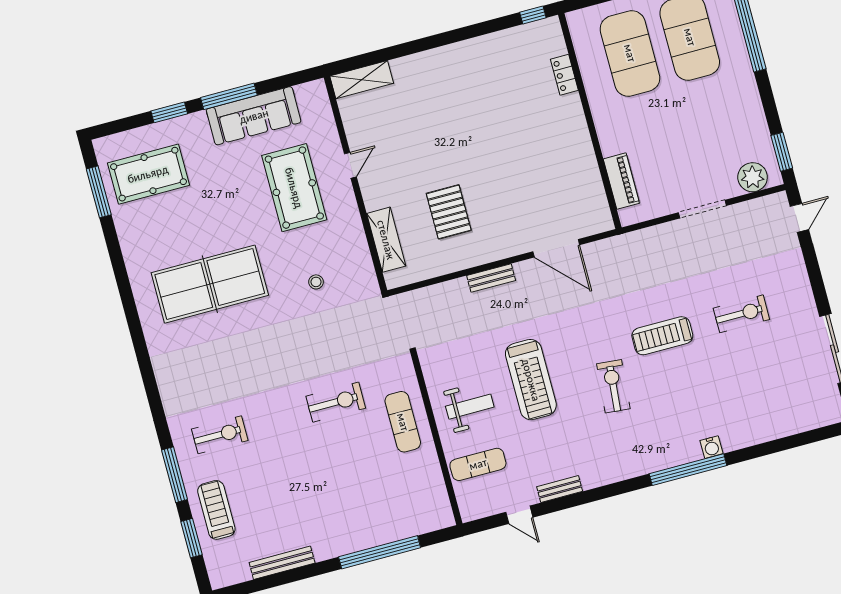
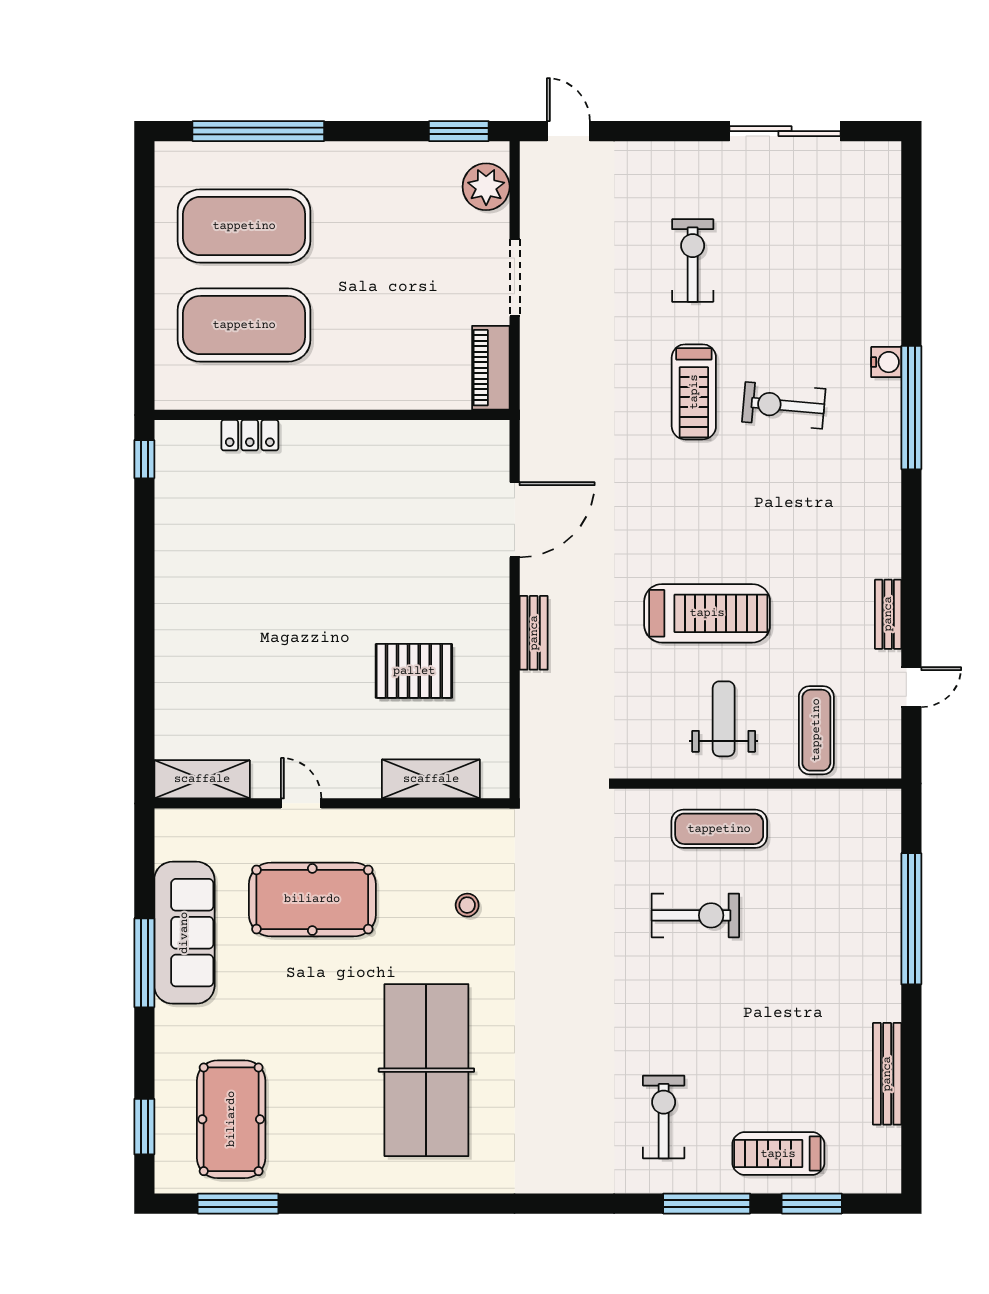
shelving: (362, 80) -> (202, 779), moved, turned 90
window: (169, 112) -> (144, 1127), moved
piano: (621, 181) -> (491, 368), moved, turned -90
exercise bike: (613, 386) -> (784, 405), moved
exercise bike: (336, 402) -> (695, 915), moved, turned 90

